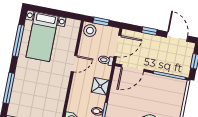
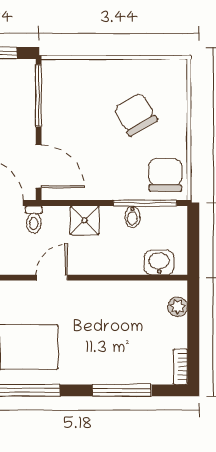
door: (74, 64) -> (52, 278), hinge flipped

